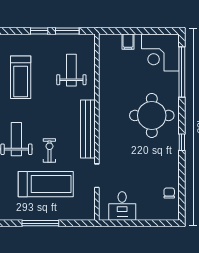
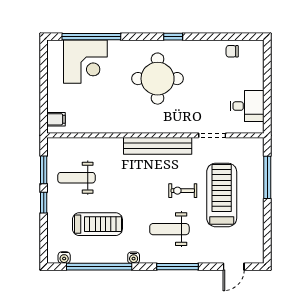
filing cabinet: (128, 42) -> (56, 119), moved
corner desk: (160, 52) -> (85, 62), moved
weight bench: (71, 70) -> (76, 178), moved
round table: (152, 115) -> (158, 79), moved
window: (40, 223) -> (267, 177), moved

